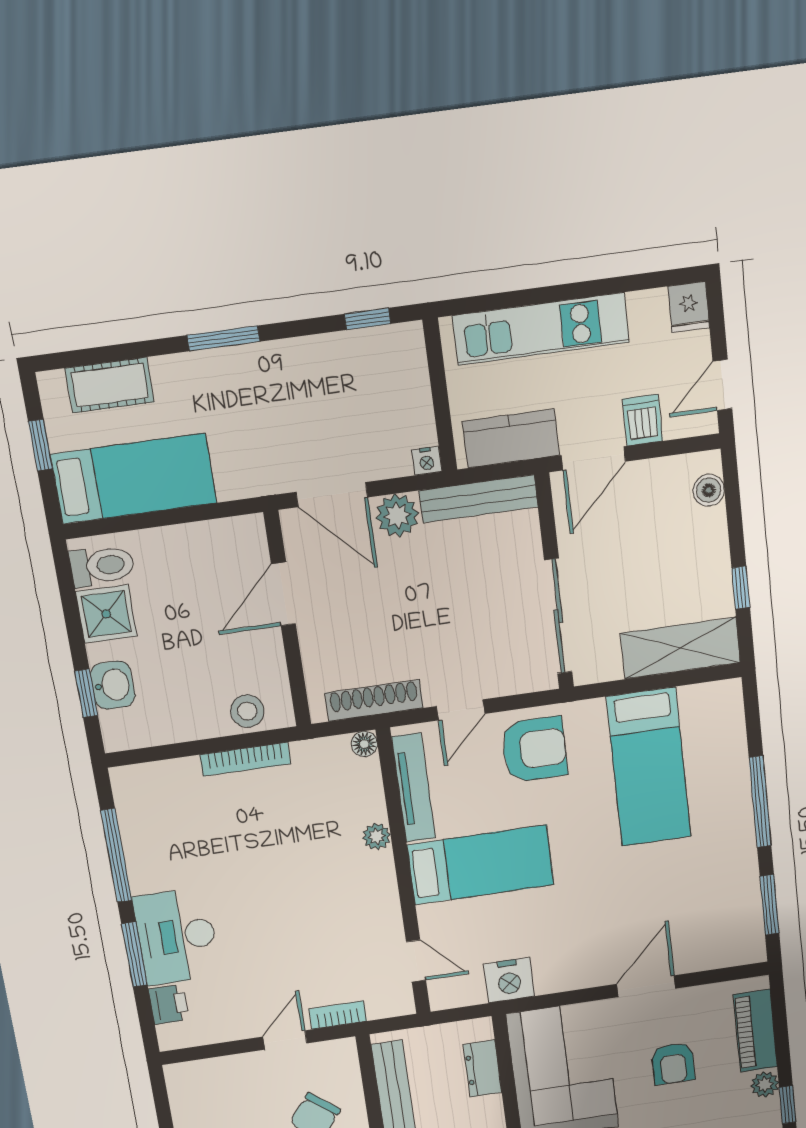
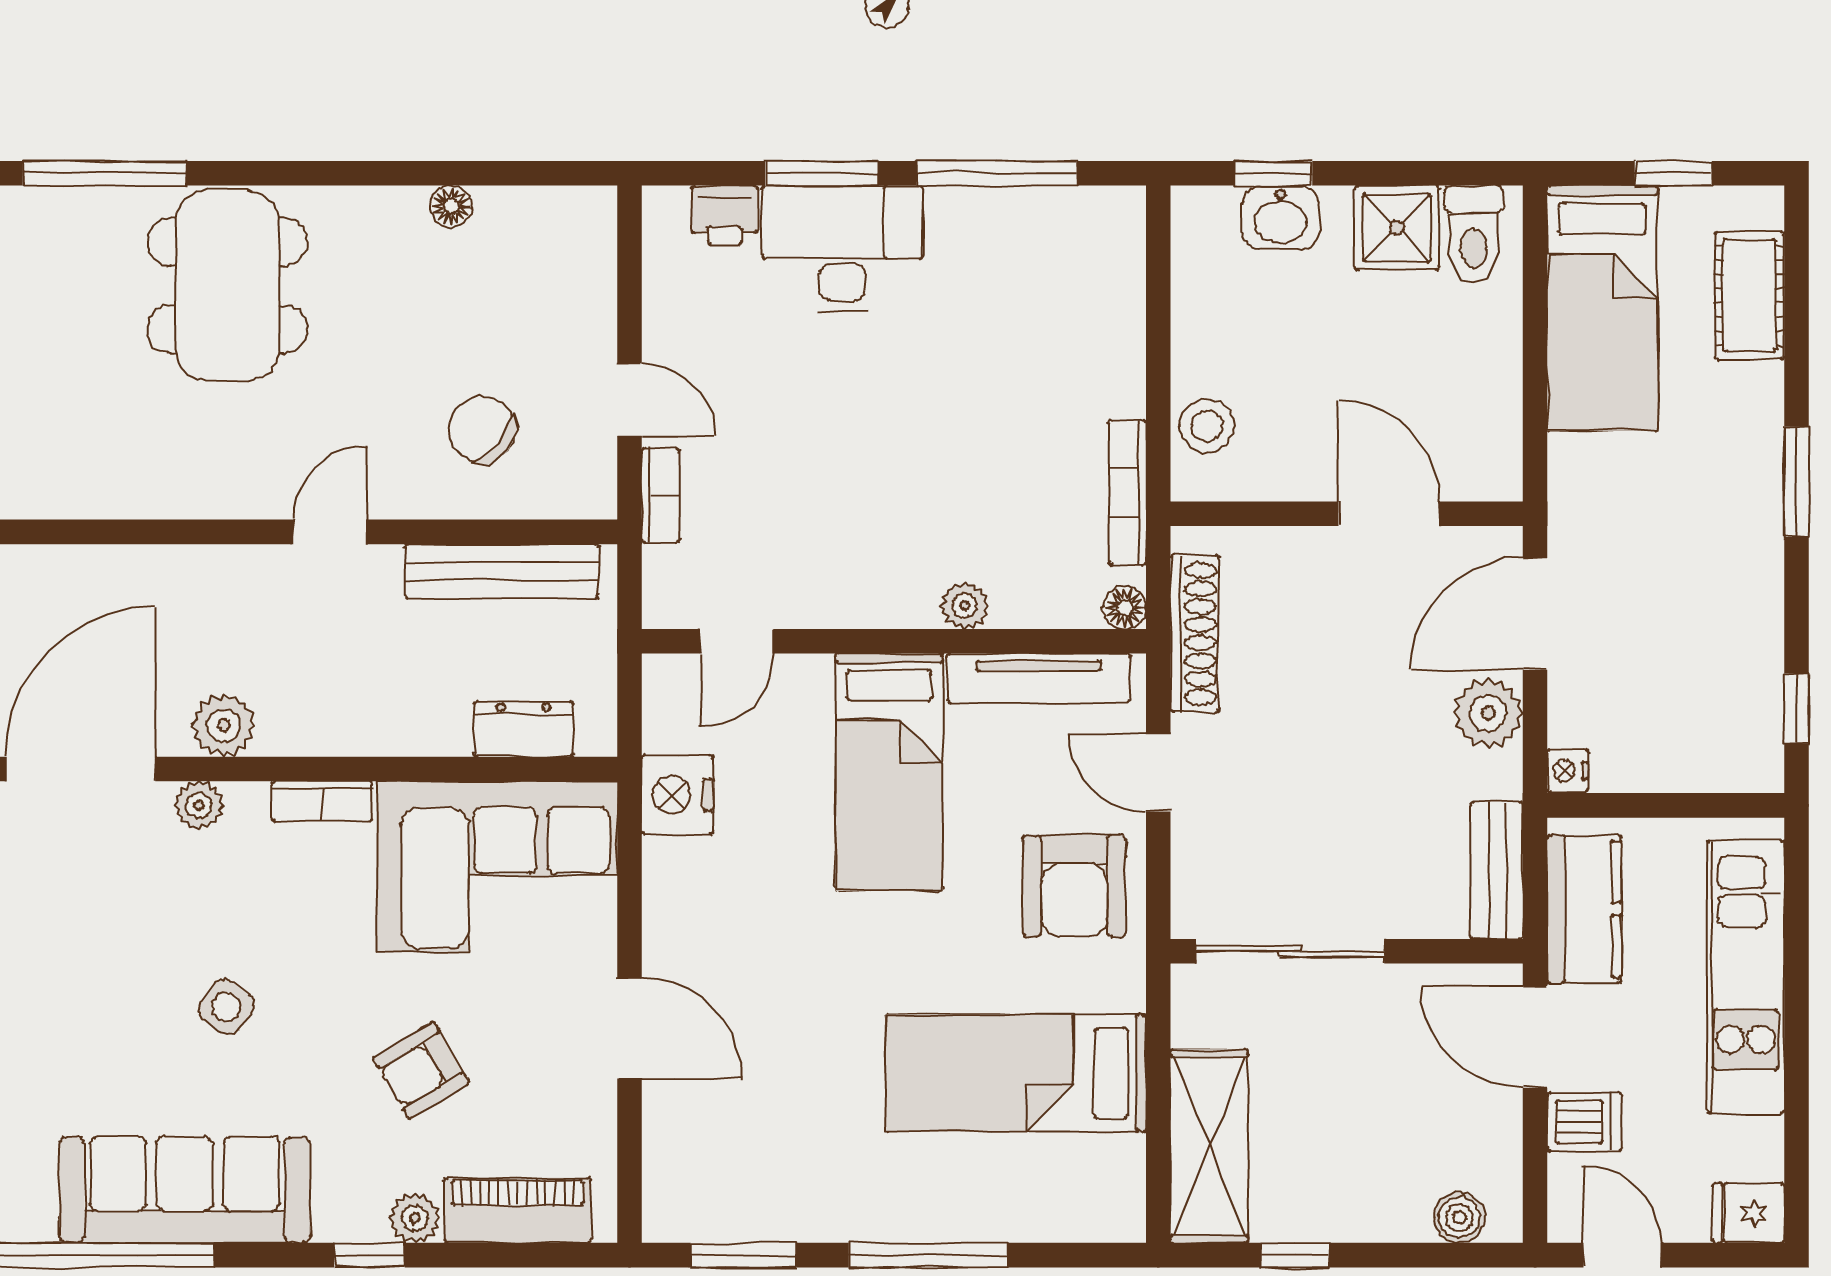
bench: (479, 499) -> (1497, 871), width x0.73
bookcase: (245, 759) -> (1127, 493), moved
armchair: (673, 1063) -> (421, 1071), moved, turned -31

